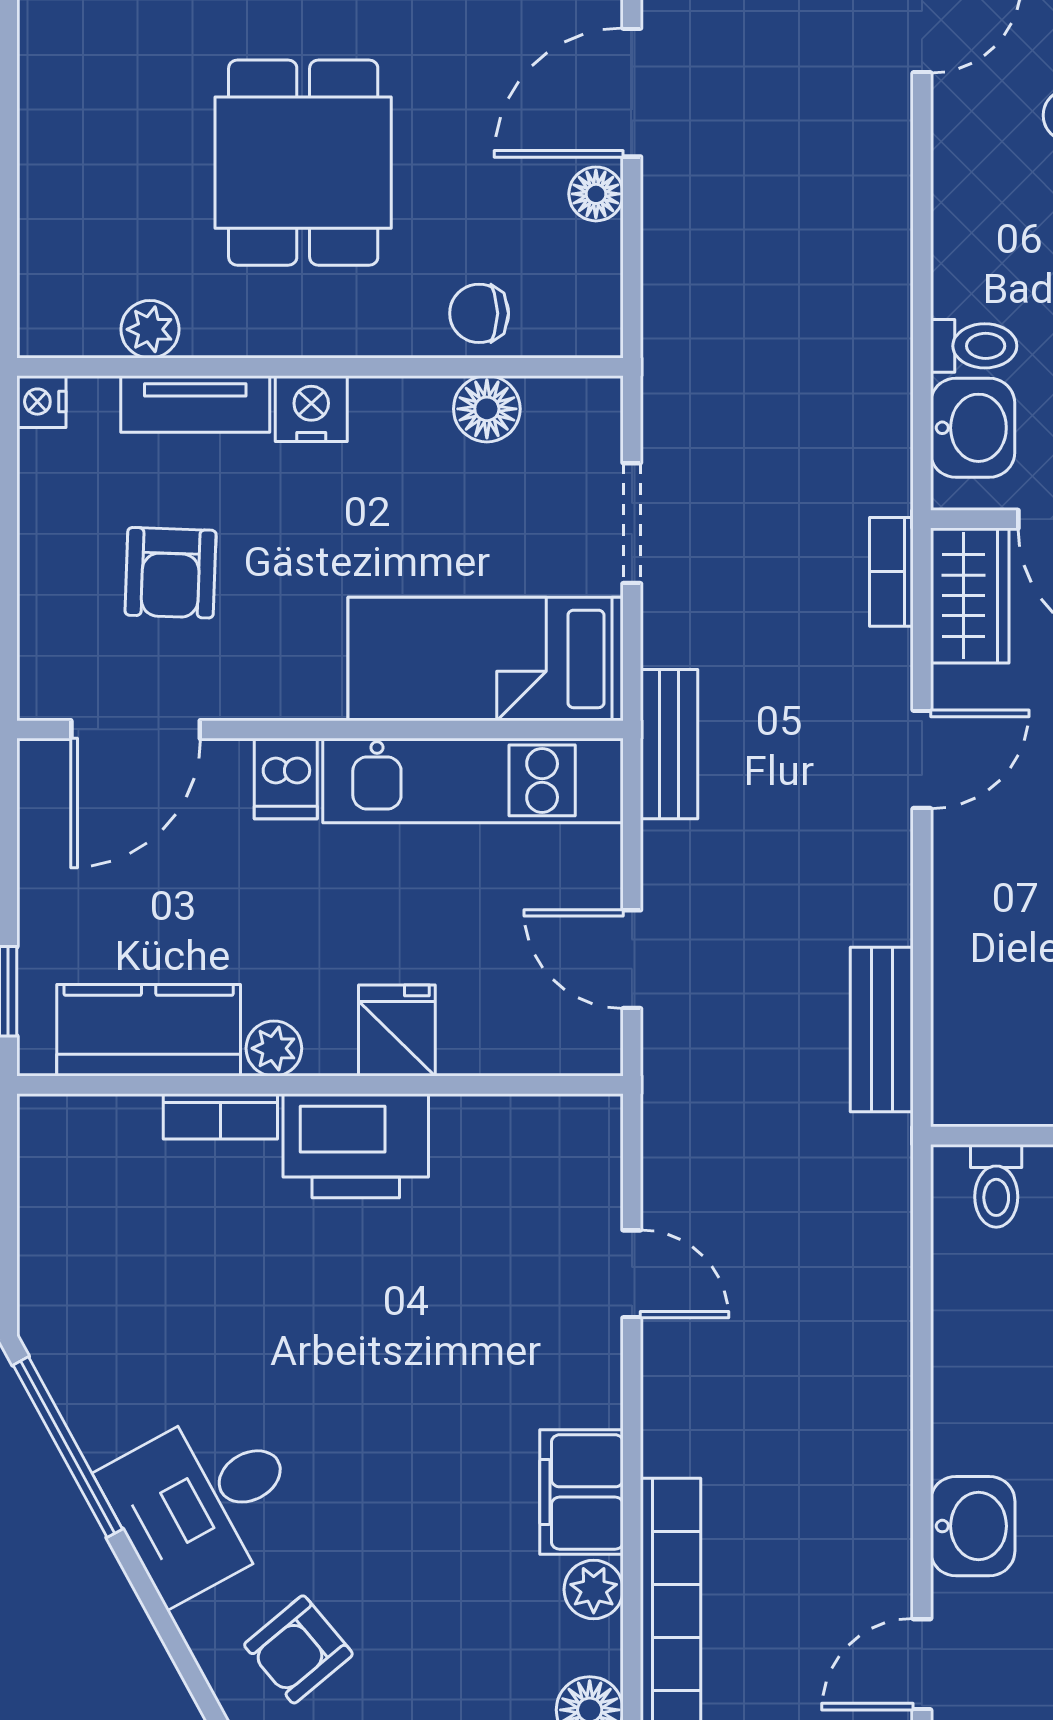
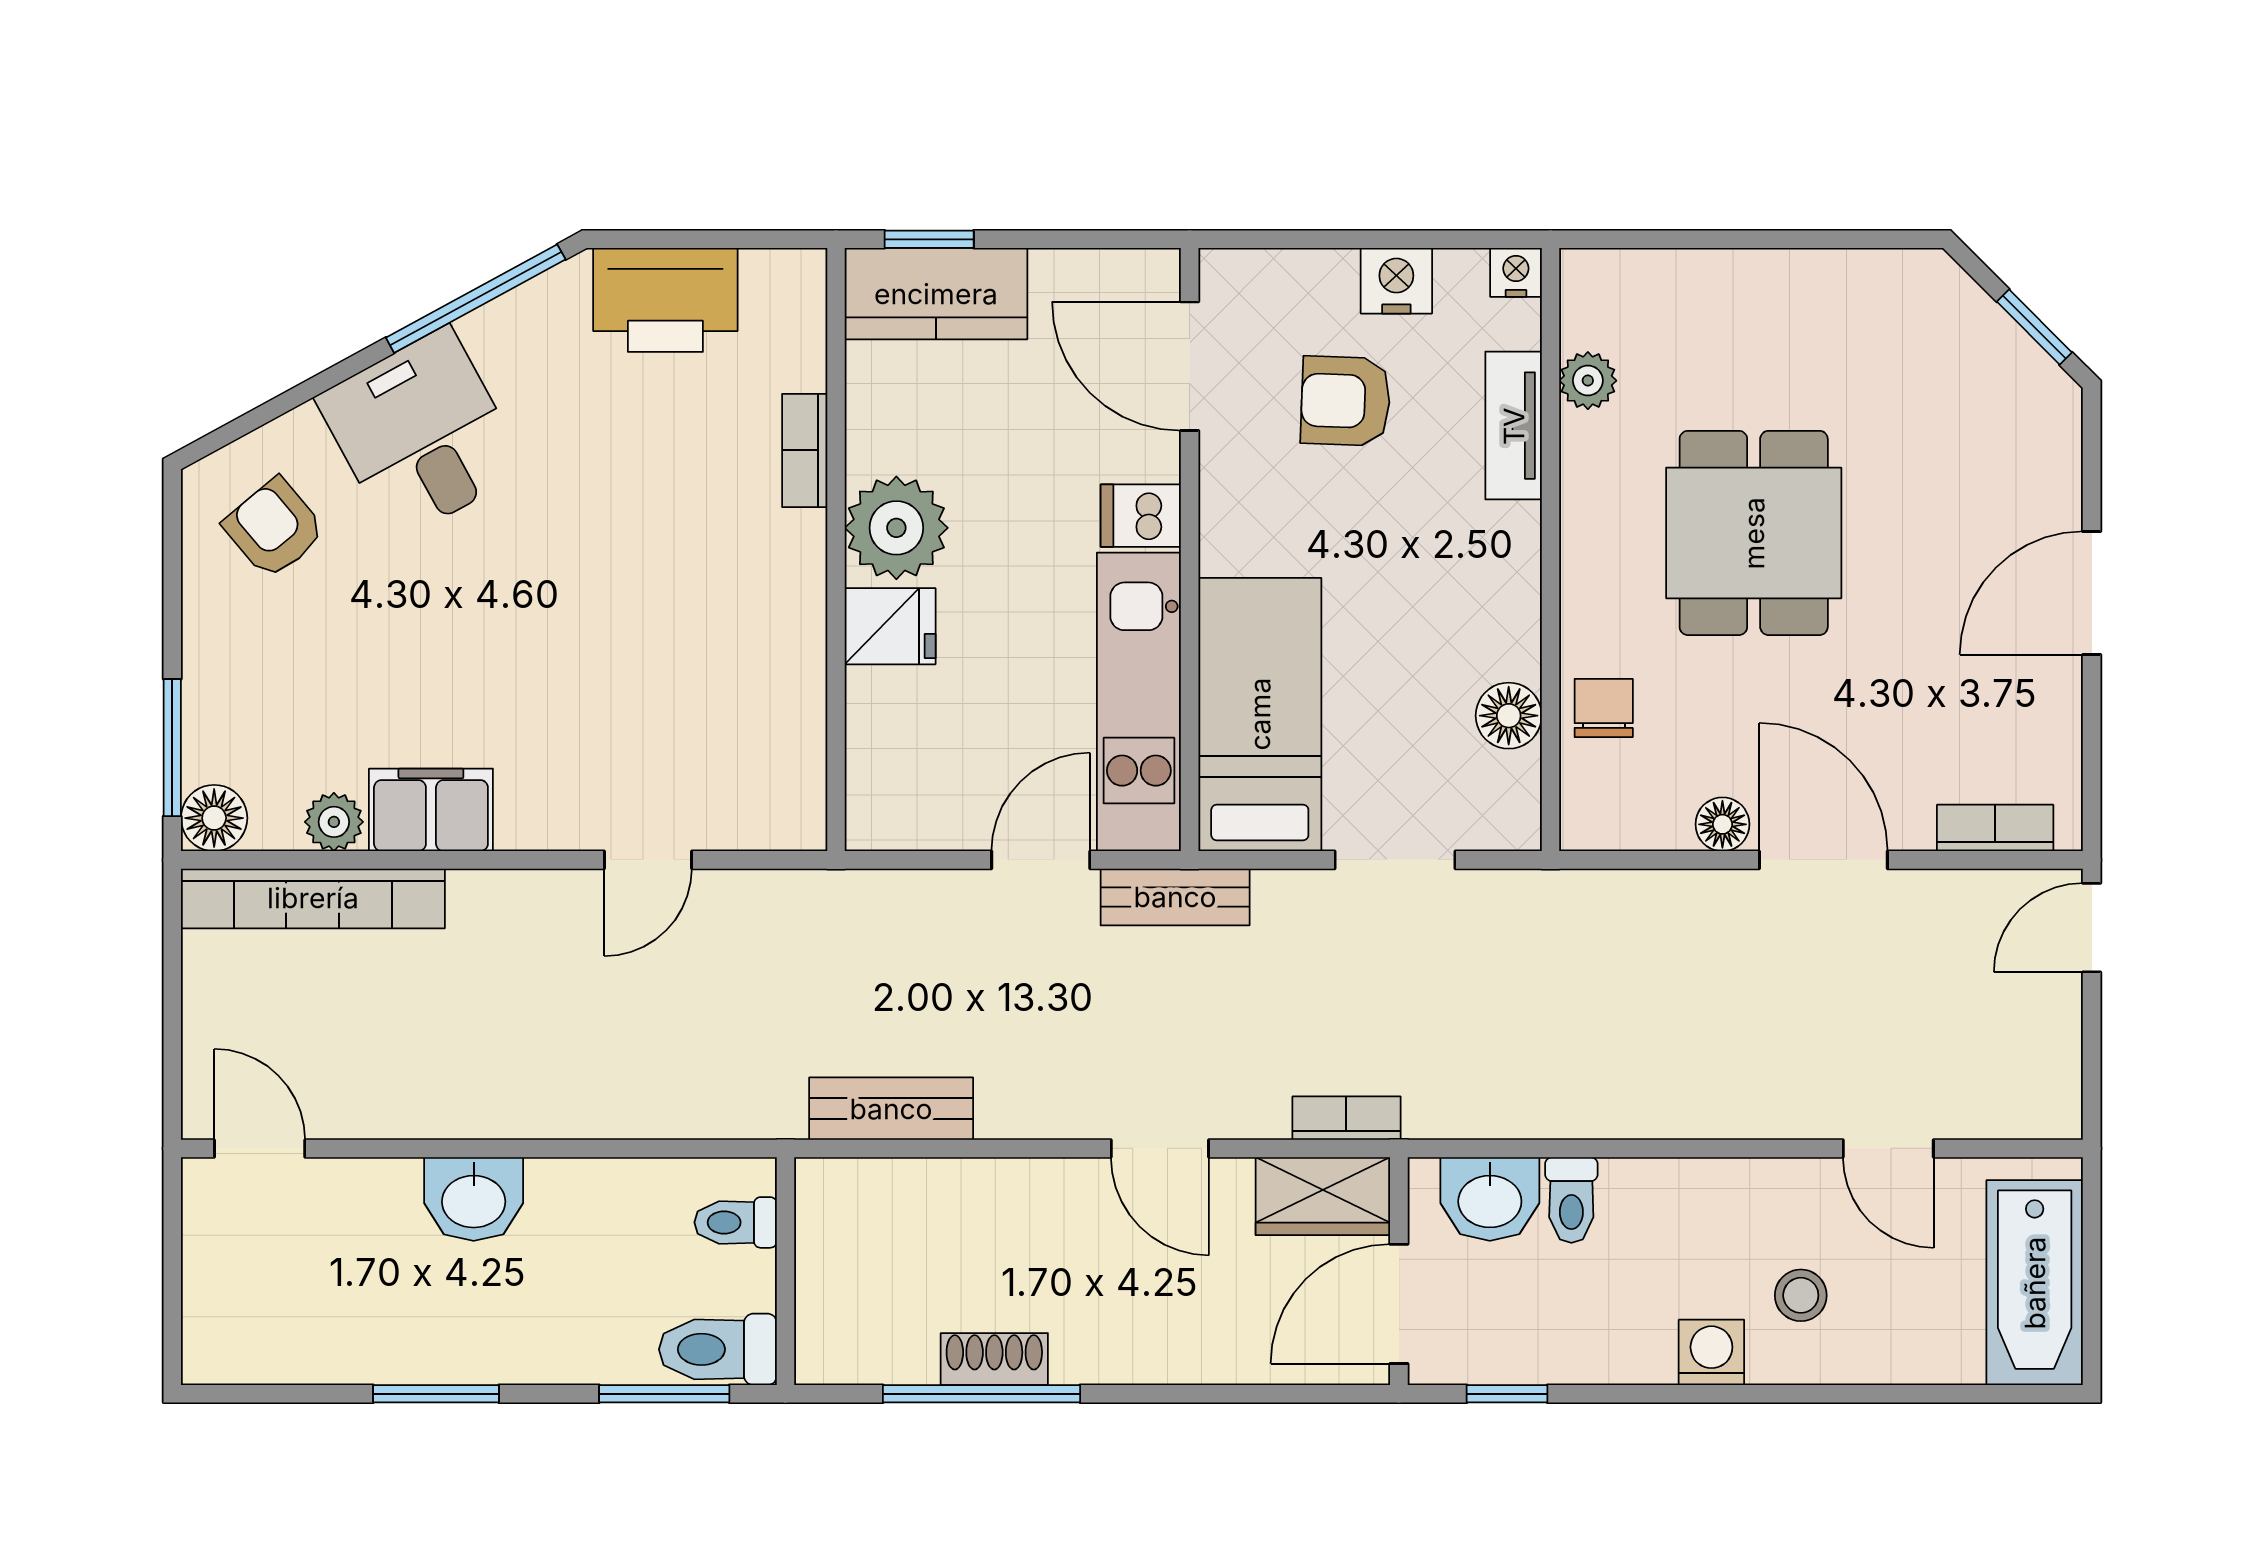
dining table: (303, 163) -> (1754, 533), turned 90
nightstand: (311, 409) -> (1396, 281), moved, turned -90
door: (632, 959) -> (1041, 860), moved
kitchen counter: (149, 1030) -> (936, 294), moved, turned 90
plant: (274, 1048) -> (896, 528), width x1.88, depth x1.88
printer: (356, 1146) -> (665, 300), moved, turned -90
washbasin: (973, 1526) -> (474, 1199), moved

